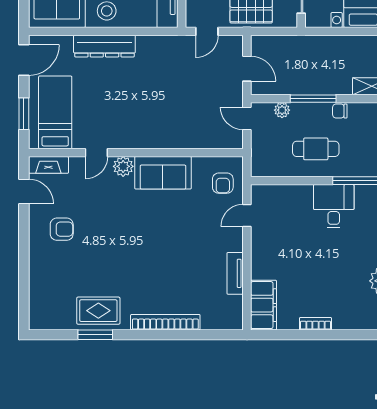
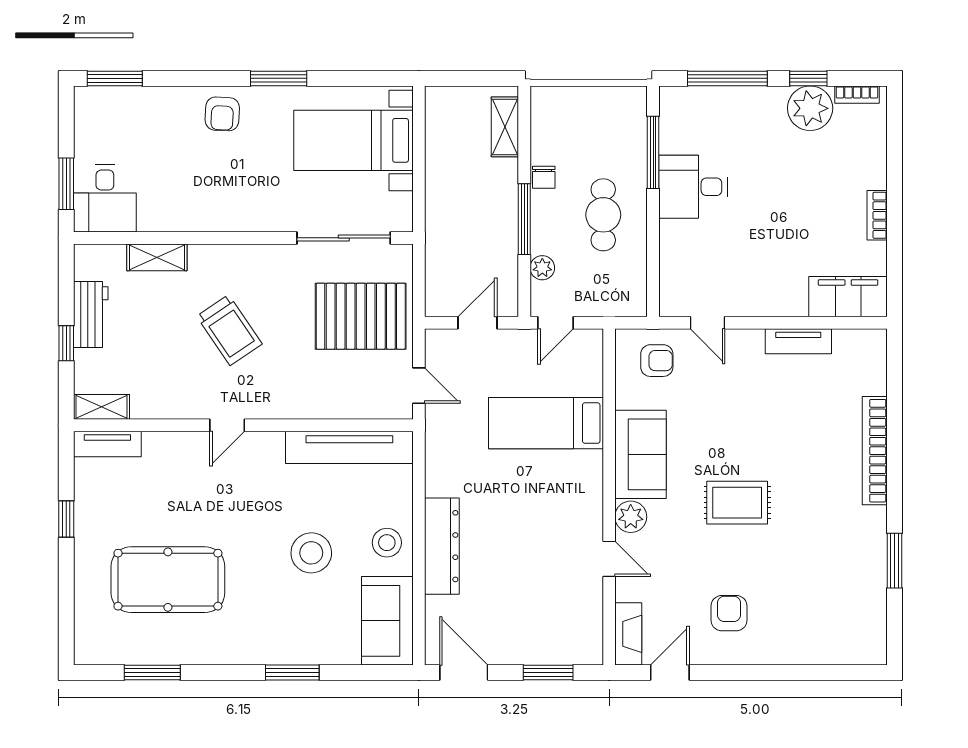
bed: (55, 112) -> (546, 423), moved
rug: (98, 311) -> (737, 503), moved, turned 90

